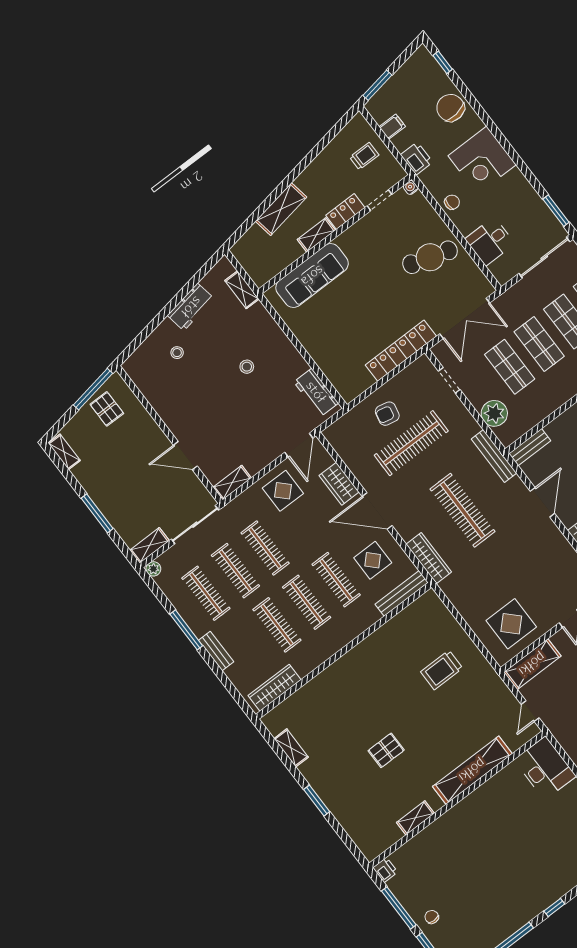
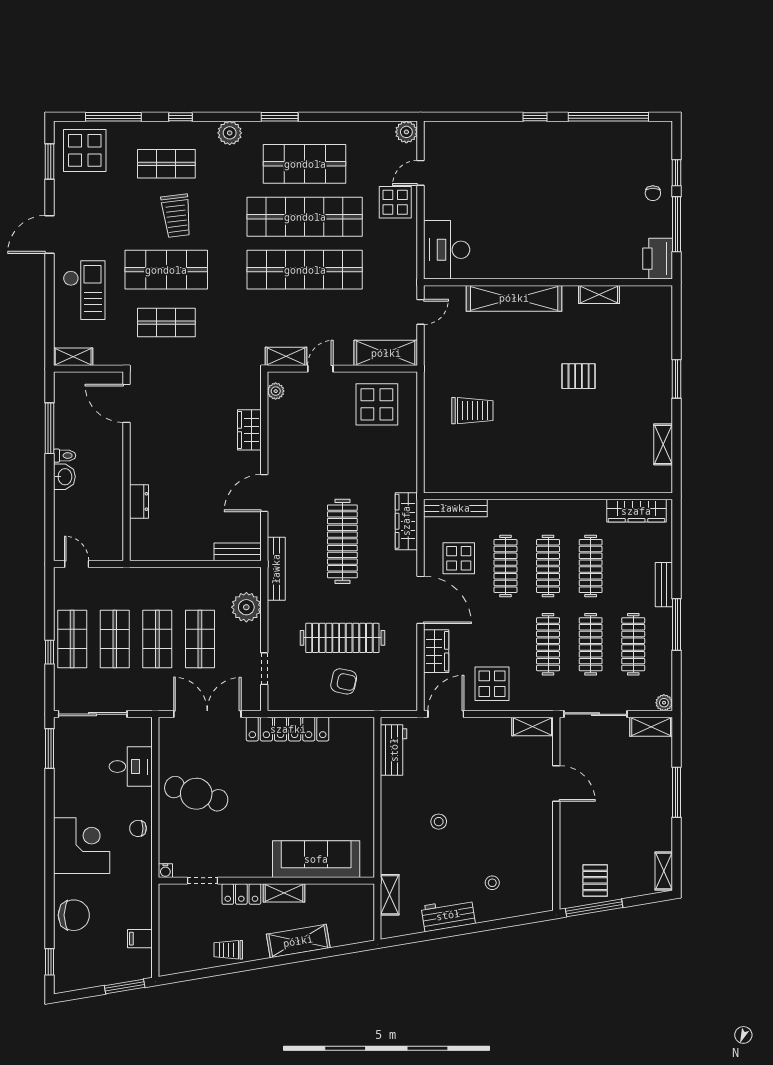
chair: (451, 108) -> (74, 915), turned -82
trolley: (364, 156) -> (228, 950), moved
printer: (417, 159) -> (140, 893), removed
printer: (385, 870) -> (658, 259), width x1.87, depth x1.48

